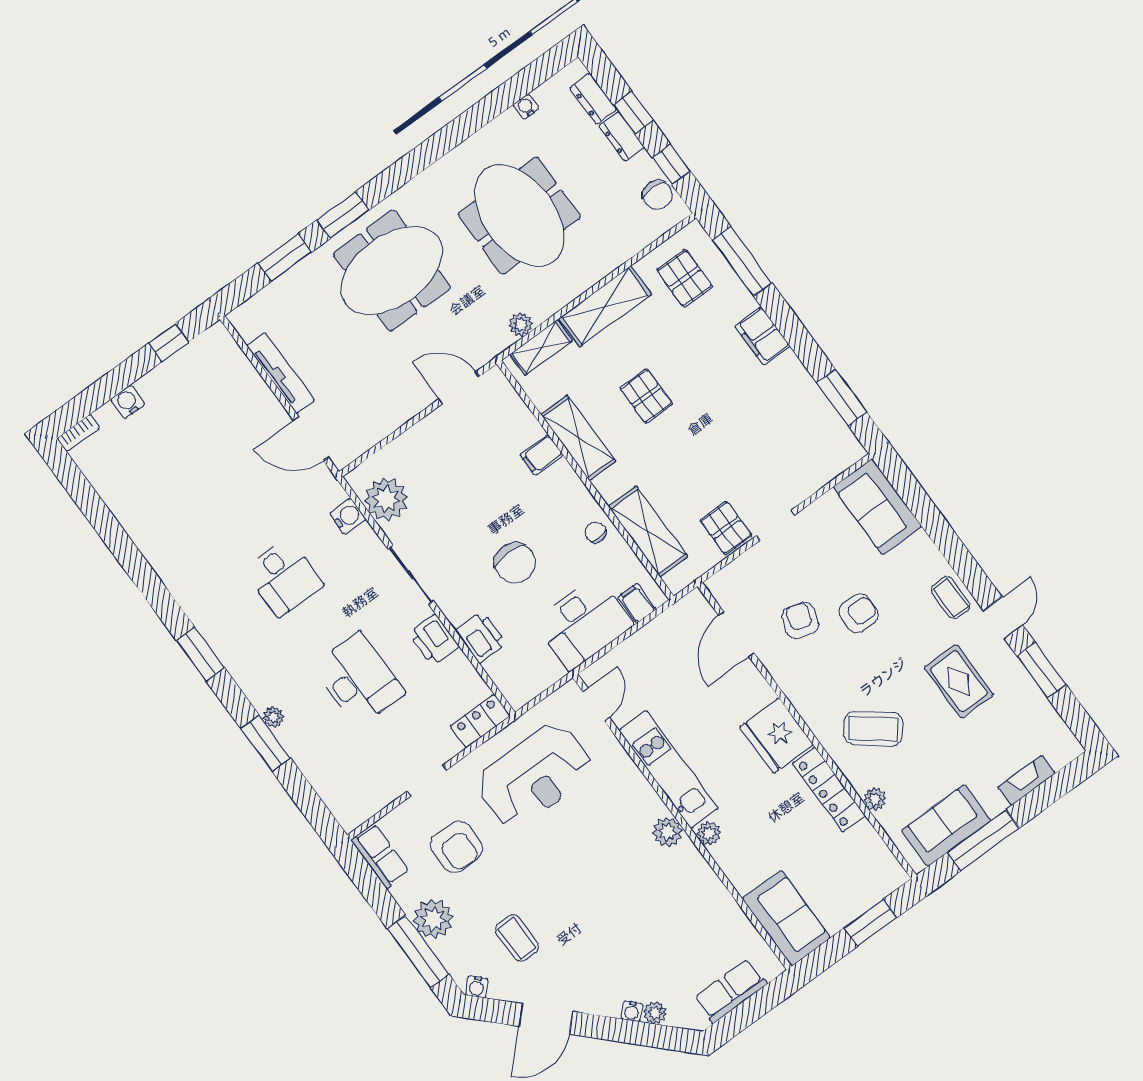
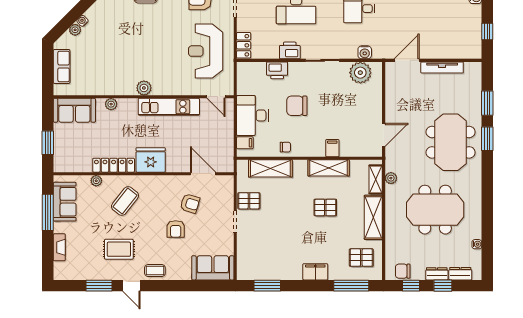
plant: (709, 833) -> (111, 104), moved

